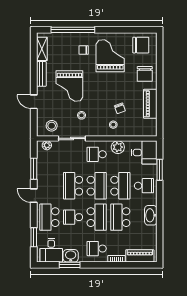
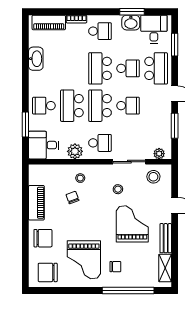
chair: (145, 74) -> (43, 238), turned 90
school desk: (73, 186) -> (128, 106), width x0.54
washbasin: (151, 215) -> (36, 59), moved
school desk: (120, 217) -> (72, 68), removed

